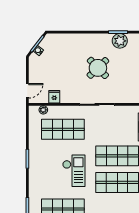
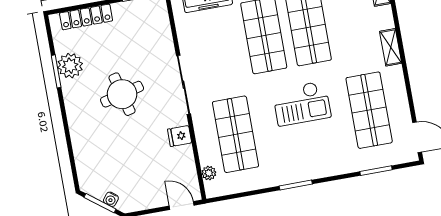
round table: (98, 68) -> (122, 94), turned 30
fridge: (54, 97) -> (180, 136), moved
checkout: (74, 171) -> (302, 103), turned 180

